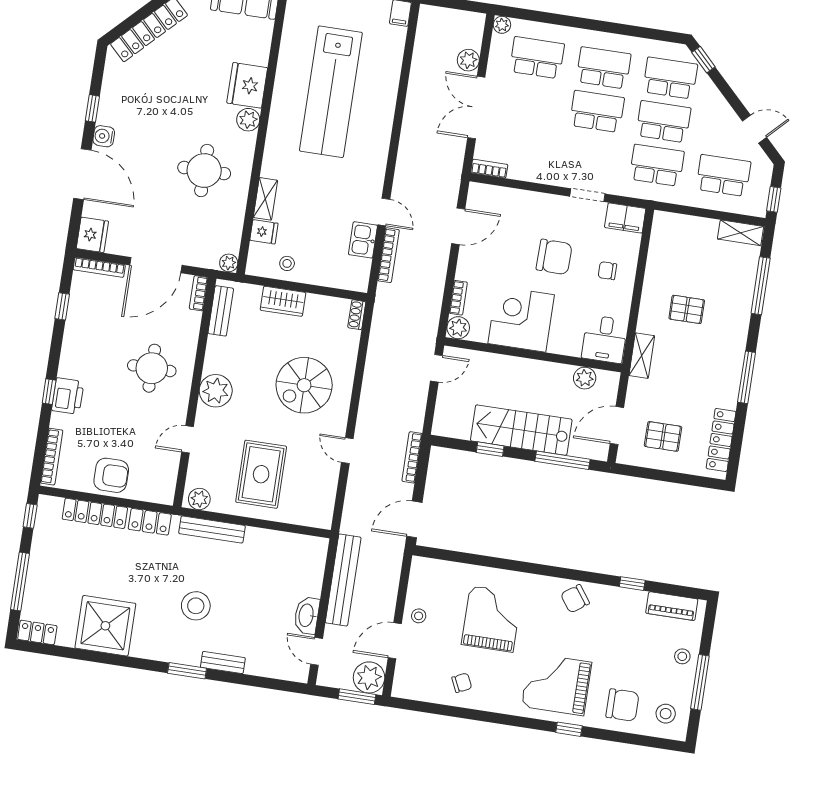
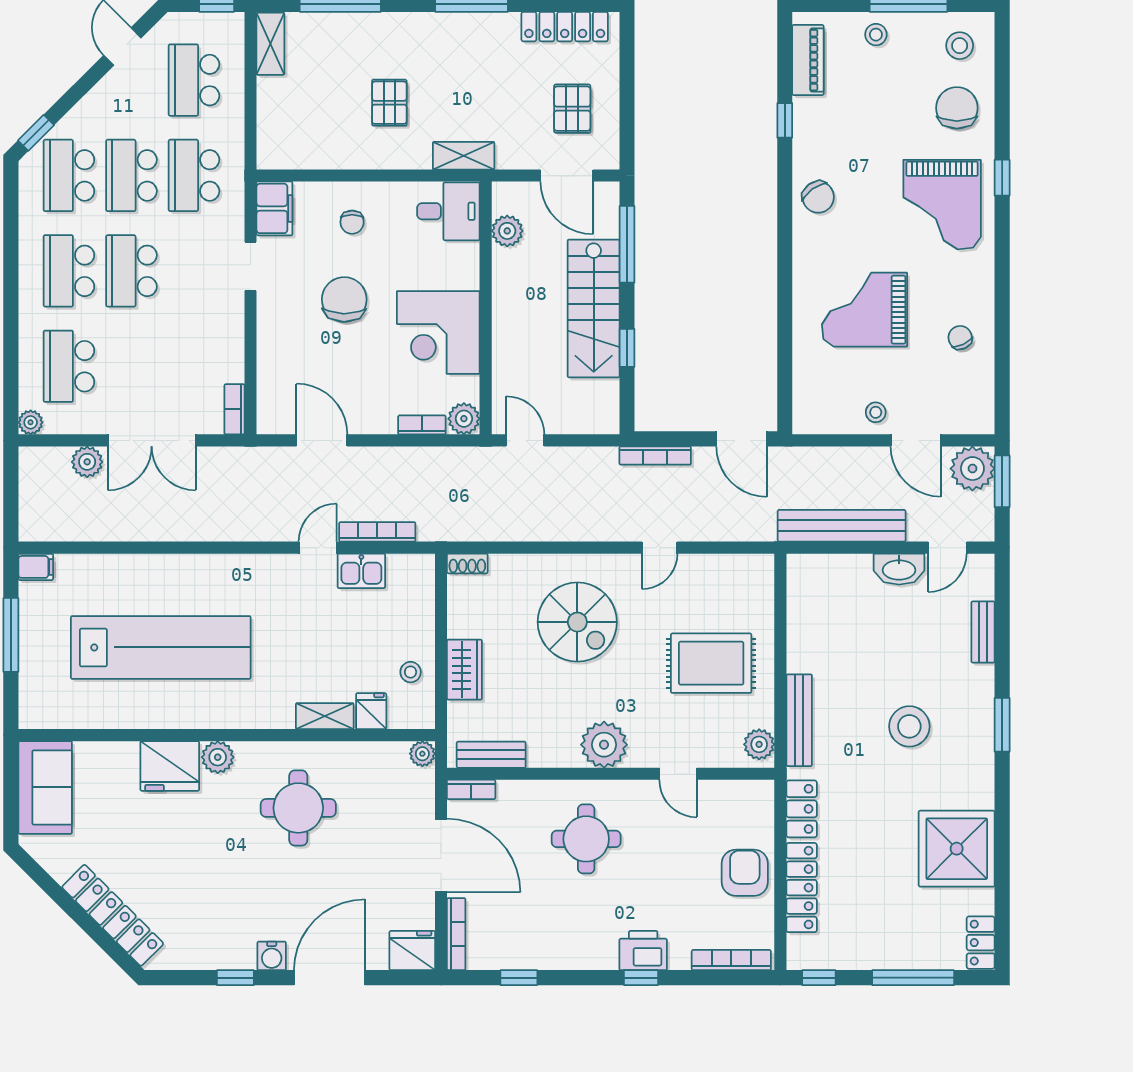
bench: (223, 663) -> (983, 632), moved

